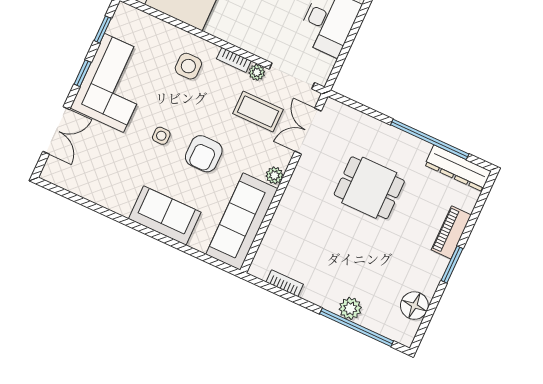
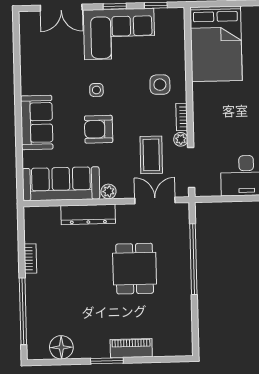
window: (430, 139) -> (193, 259), moved
dresser: (458, 168) -> (88, 214), moved, turned -90
bookcase: (285, 283) -> (30, 258), moved
plant: (350, 308) -> (35, 299), removed

